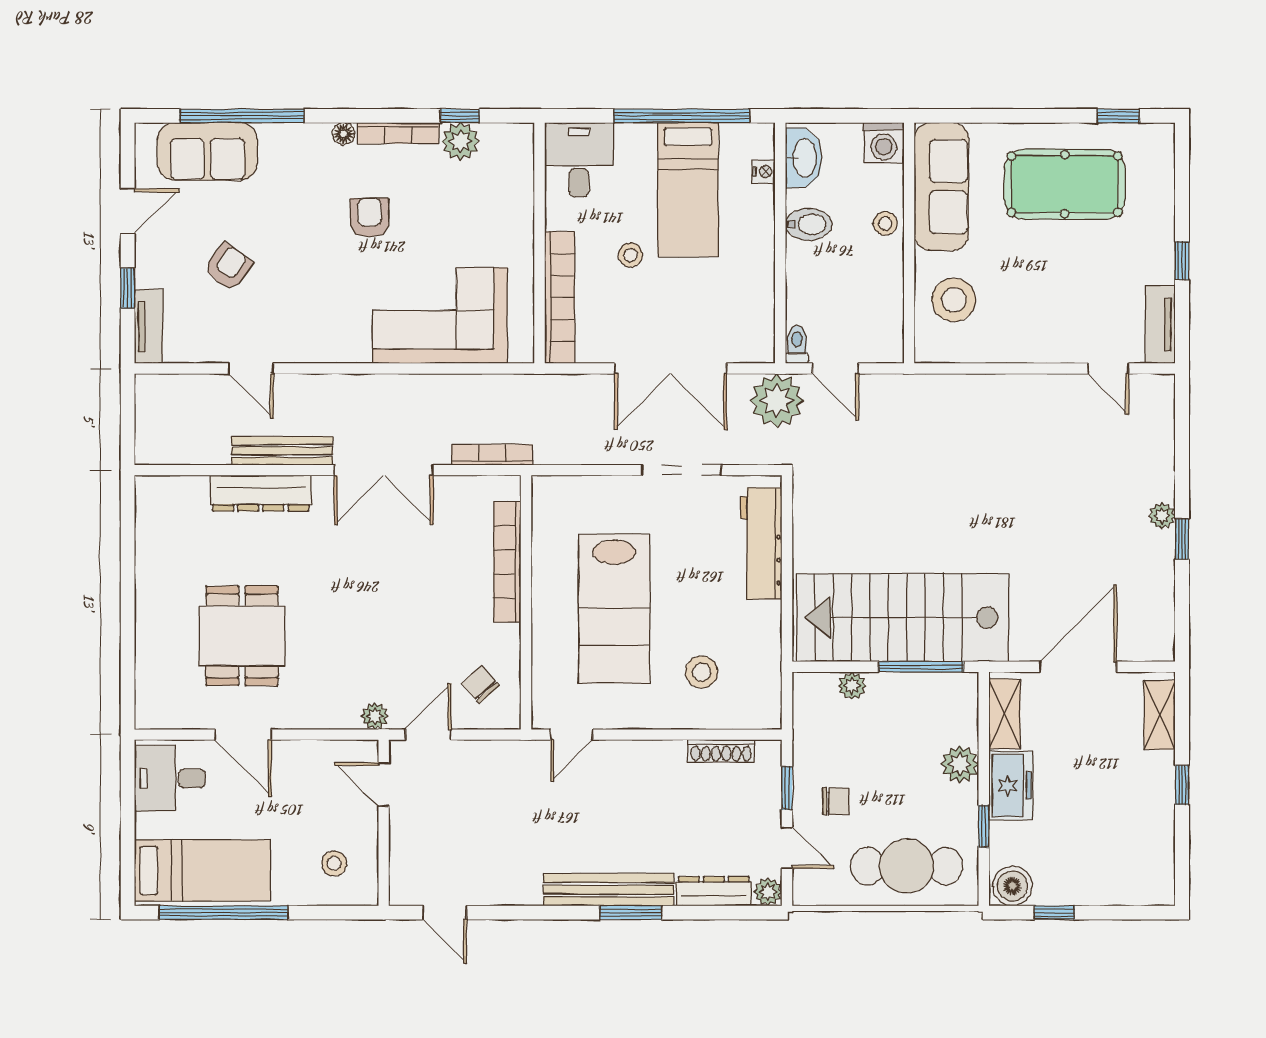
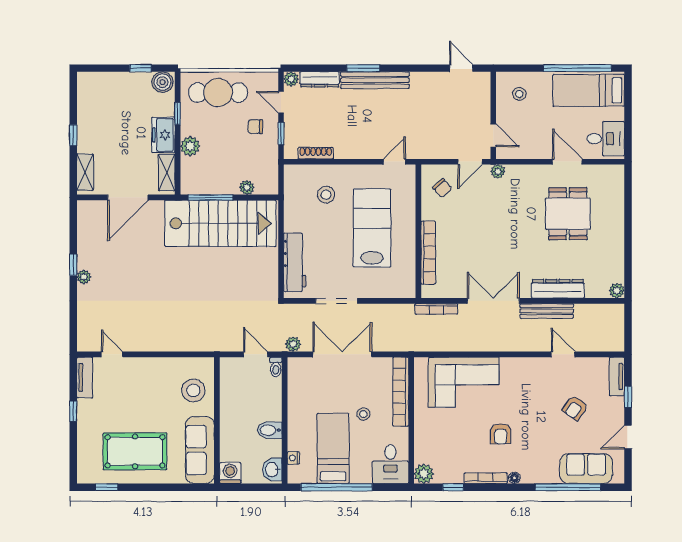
plant: (460, 141) -> (424, 474), moved
washbasin: (804, 158) -> (272, 470), width x0.72
stool: (885, 223) -> (229, 431), removed
plant: (777, 400) -> (293, 344), width x0.53, depth x0.53
plant: (149, 490) -> (617, 291), added

